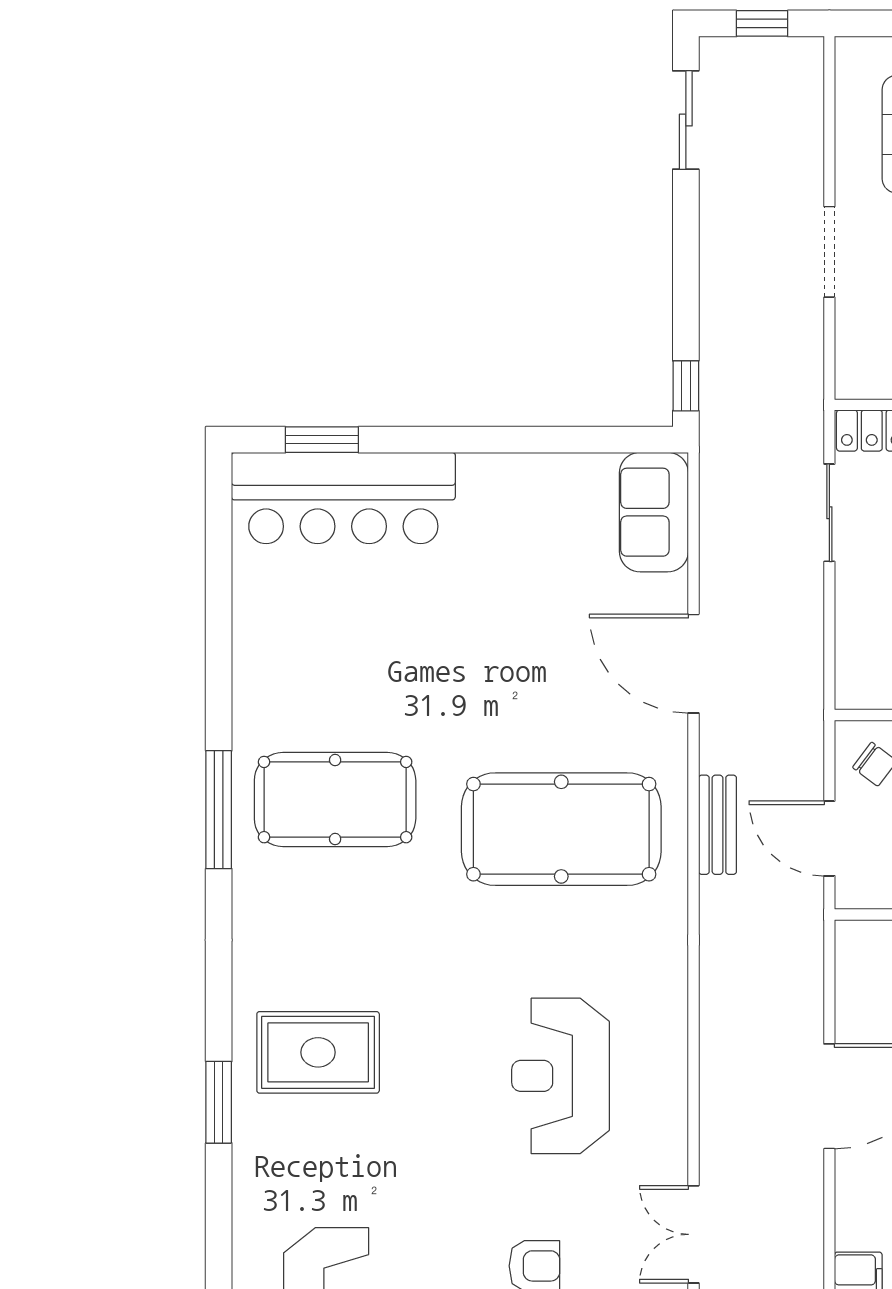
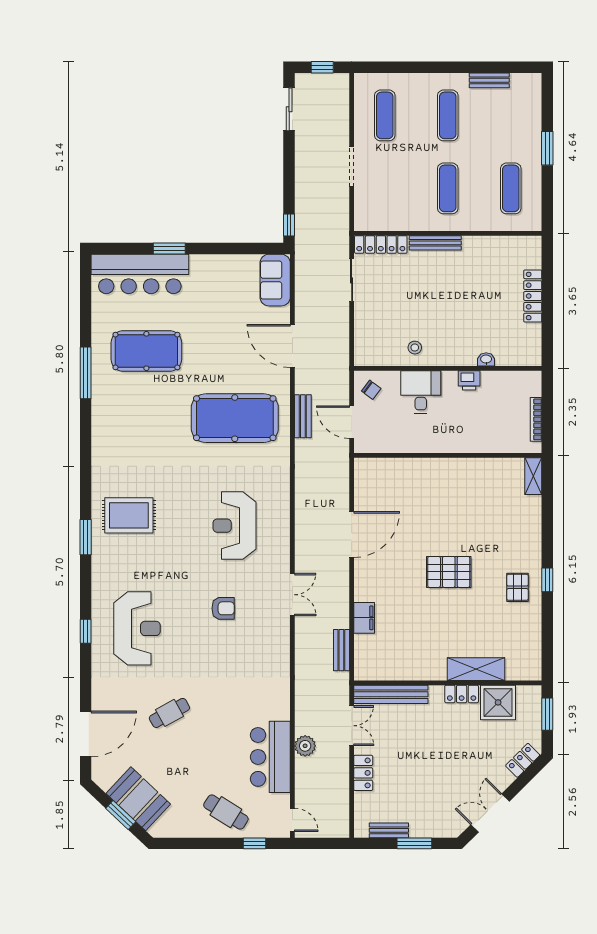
window: (322, 440) -> (169, 248), moved
pool table: (335, 800) -> (146, 351), moved
window: (219, 810) -> (86, 373), moved
double door: (693, 1234) -> (292, 595), swing flipped

